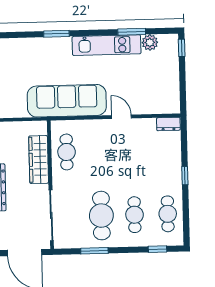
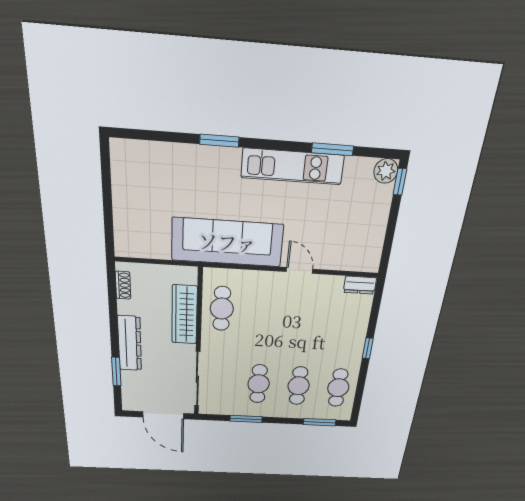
plant: (150, 42) -> (386, 171), moved
cafe table: (101, 216) -> (259, 384), width x0.73, depth x0.74
window: (158, 249) -> (320, 422), width x1.50

